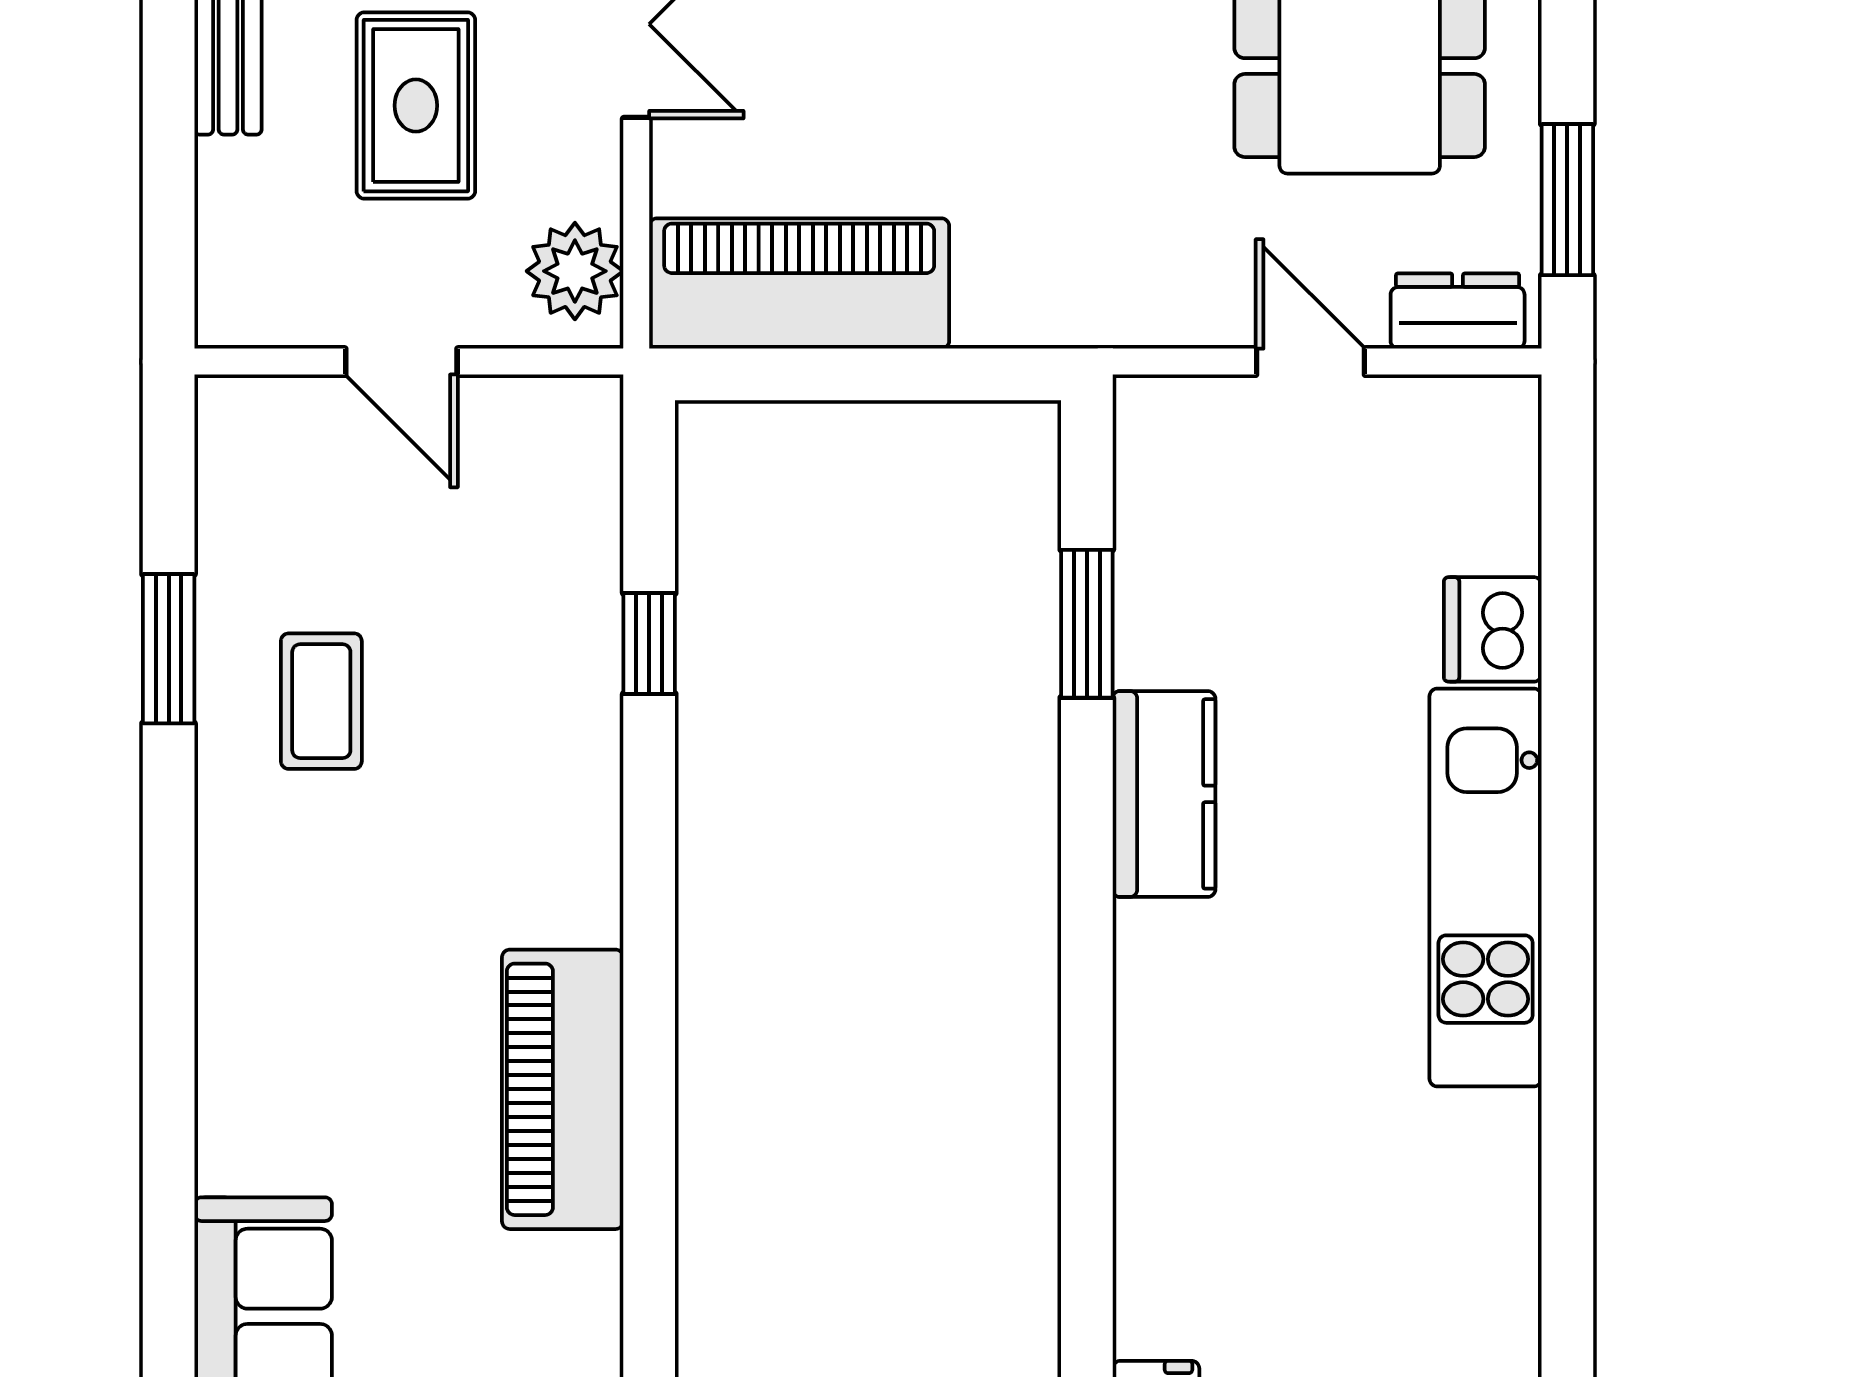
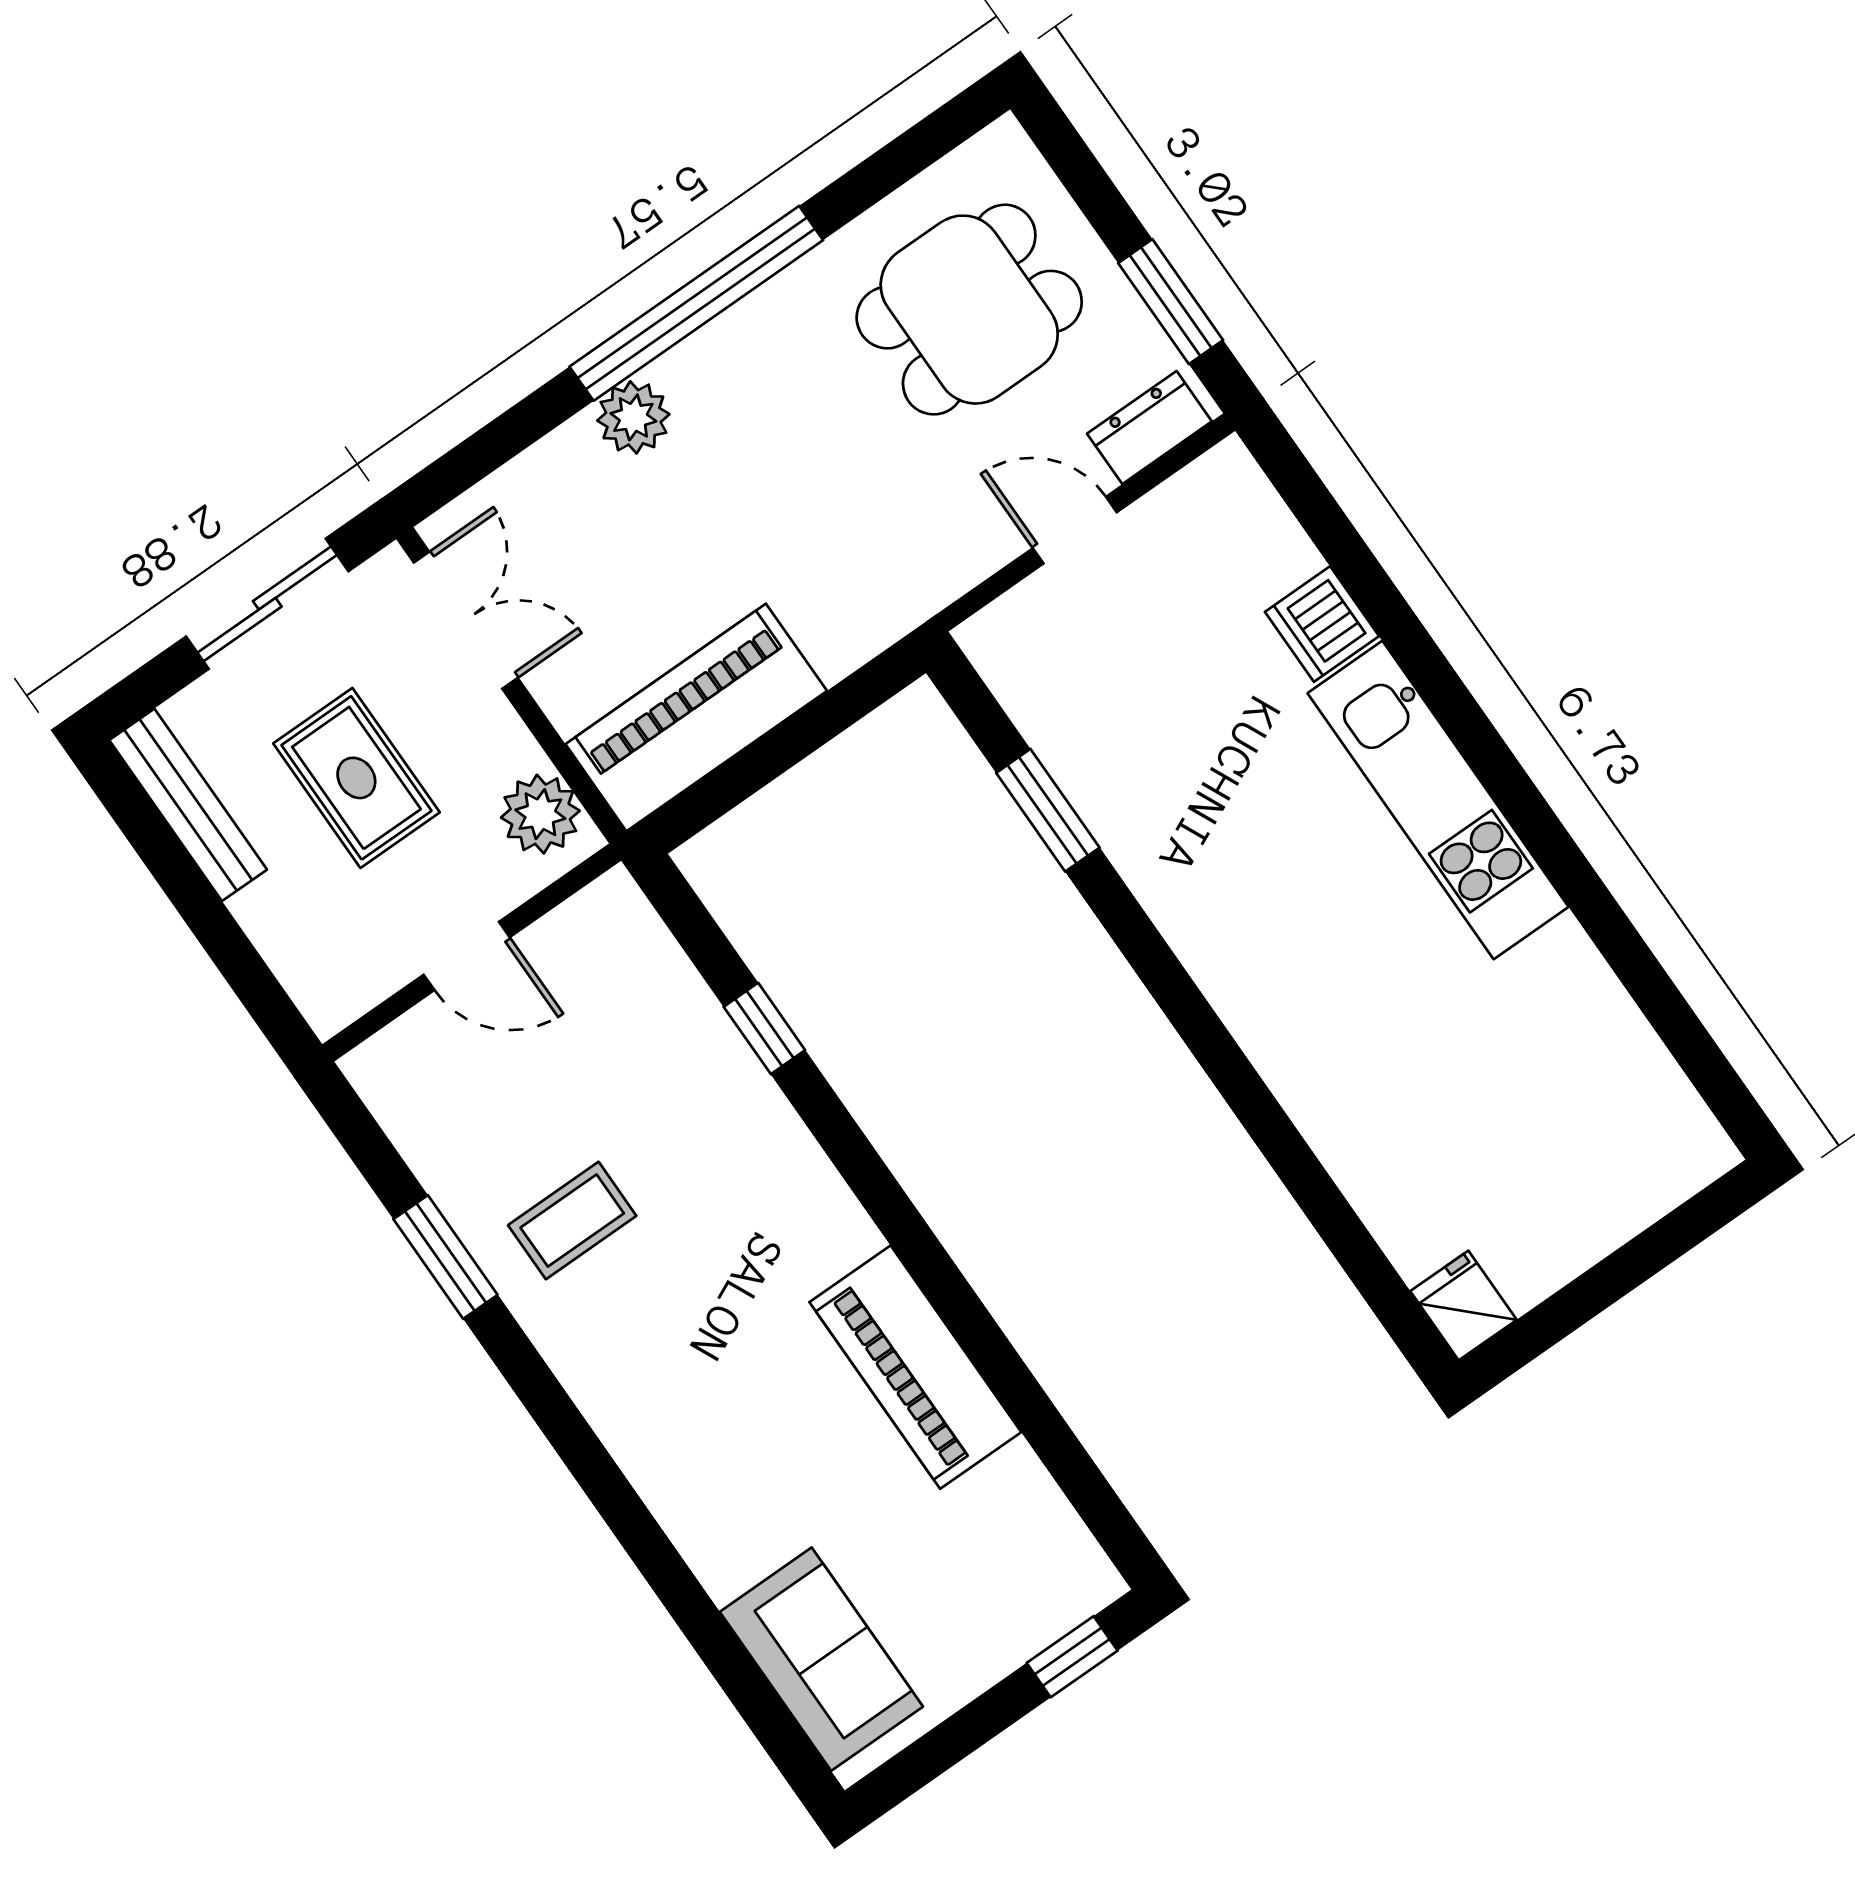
coffee table: (321, 701) -> (572, 1221), turned 90
kitchen counter: (1164, 794) -> (1179, 888), removed

